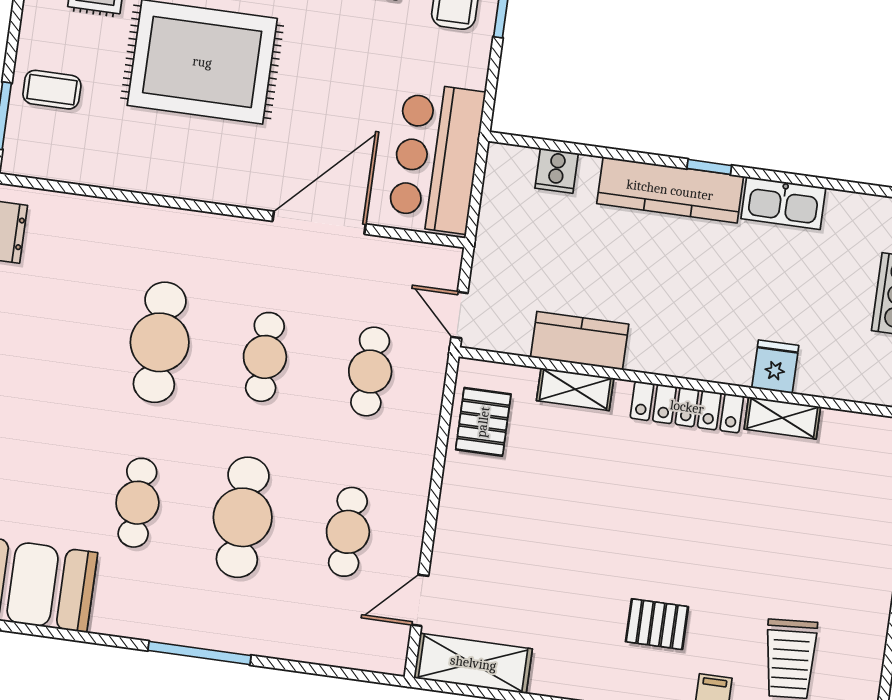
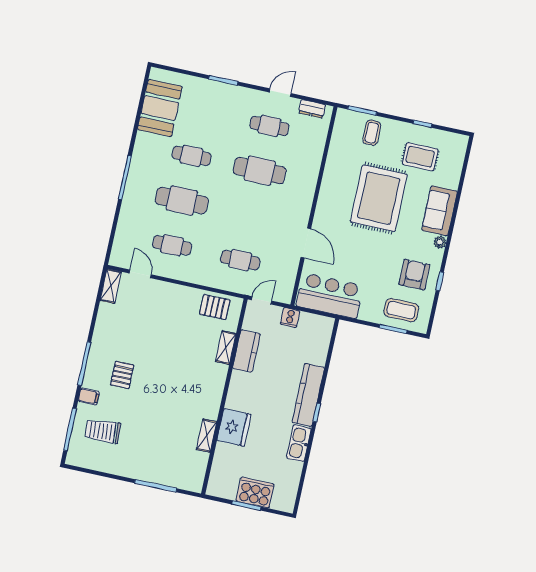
cooker: (557, 171) -> (290, 318), moved, turned -90
door: (319, 223) -> (306, 243), width x0.73
cafe table: (265, 357) -> (269, 126), moved
fridge: (775, 367) -> (234, 427), width x1.88, depth x1.34
locker: (687, 407) -> (214, 395), removed
shelving: (473, 663) -> (111, 286), width x0.67, depth x0.75

